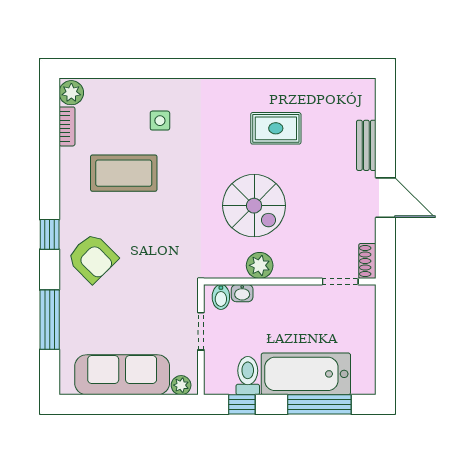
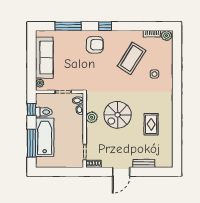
coffee table: (124, 173) -> (132, 58), turned 32
armchair: (92, 258) -> (95, 45), turned -135

